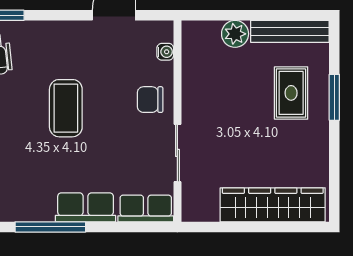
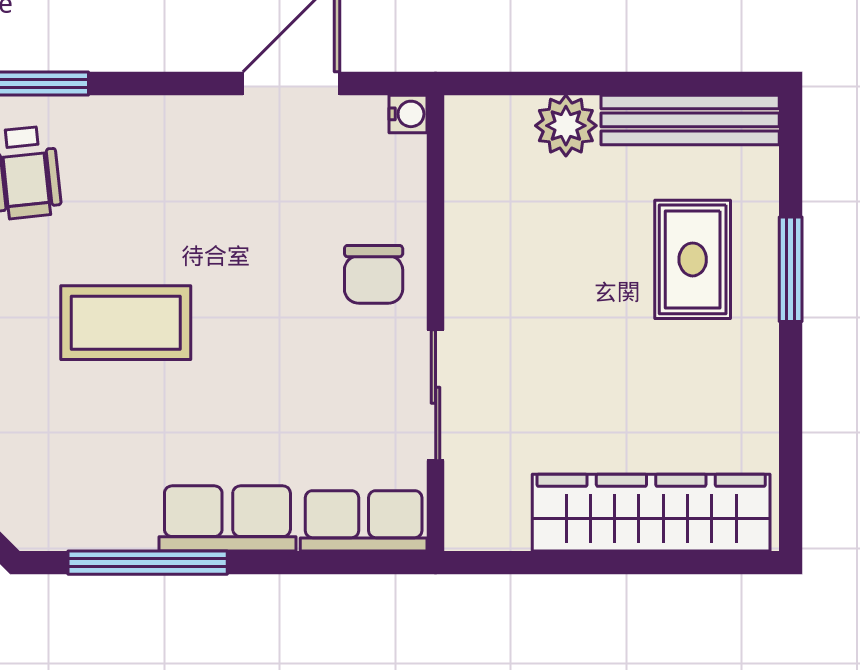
water cooler: (165, 52) -> (408, 114), moved
chair: (150, 100) -> (374, 274), turned -90
coffee table: (66, 108) -> (126, 323), moved, turned 90

